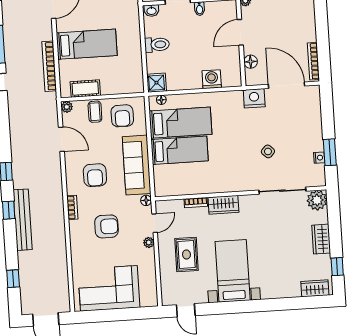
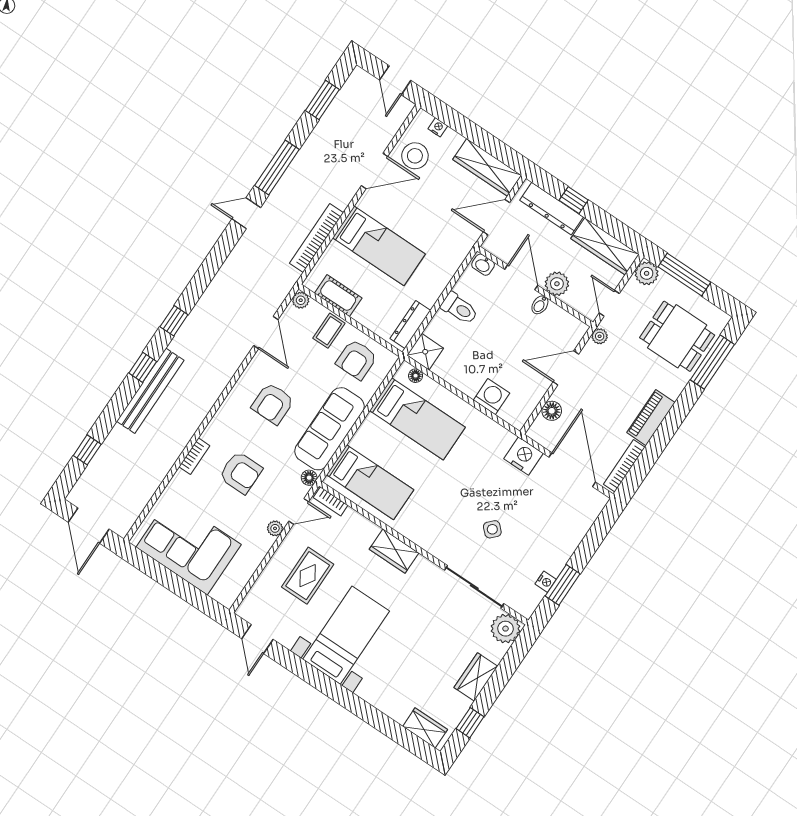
piano: (308, 24) -> (651, 418), added
dresser: (137, 74) -> (410, 325), added
bed: (180, 150) -> (370, 482), moved
bookcase: (196, 202) -> (331, 501), moved
bookcase: (72, 207) -> (194, 456), moved

